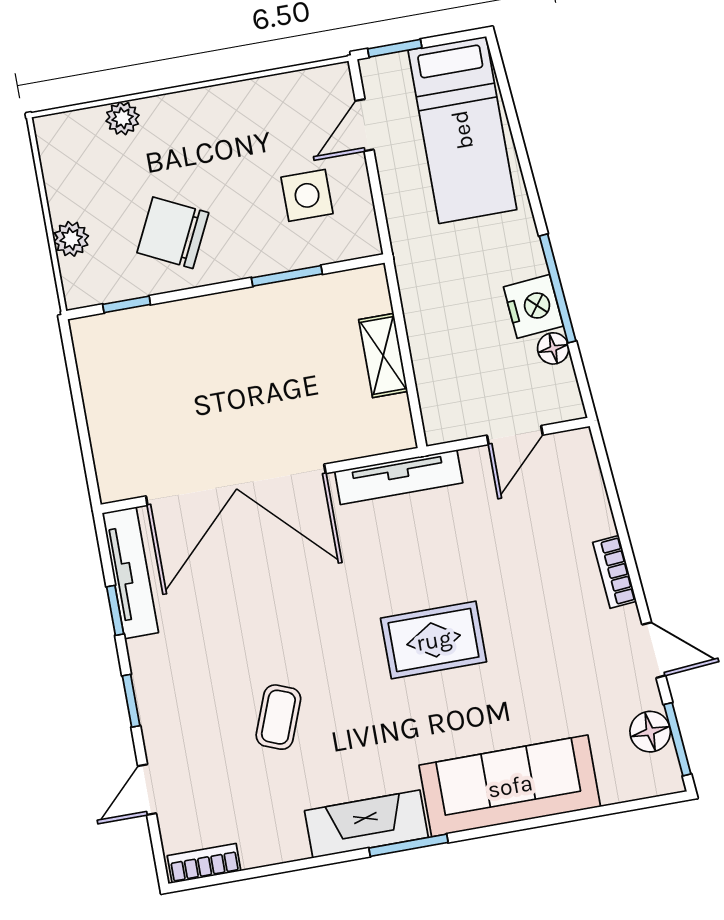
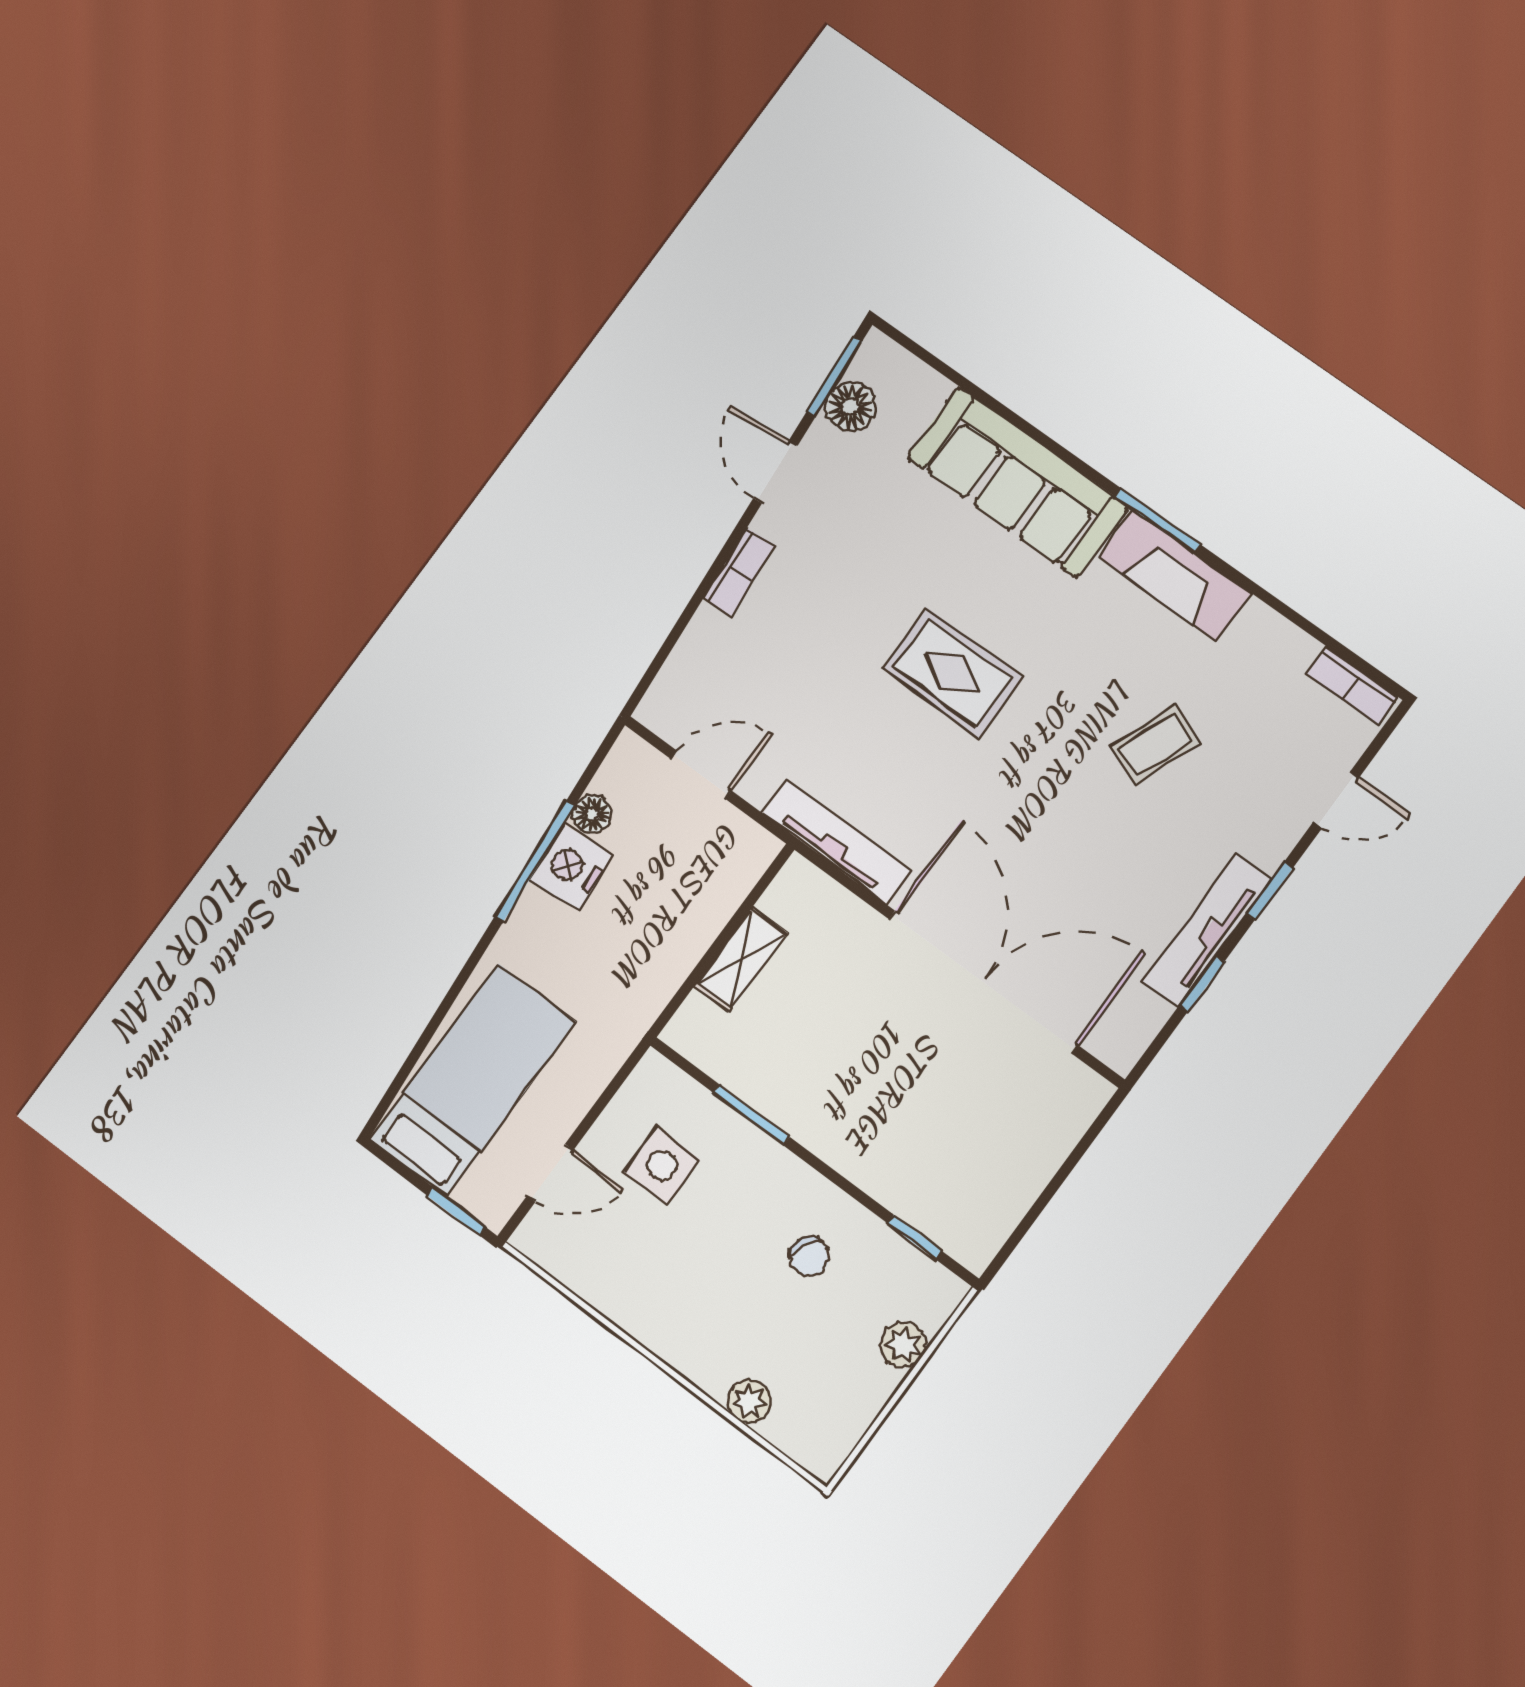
chair: (173, 233) -> (810, 1256), width x0.54, depth x0.54
tv unit: (130, 573) -> (1207, 930), moved

